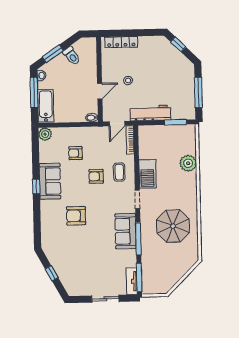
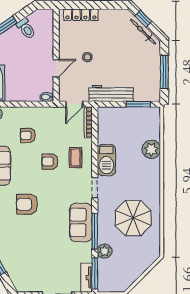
bicycle: (178, 56) -> (143, 32), added
plant: (148, 257) -> (105, 251), added

